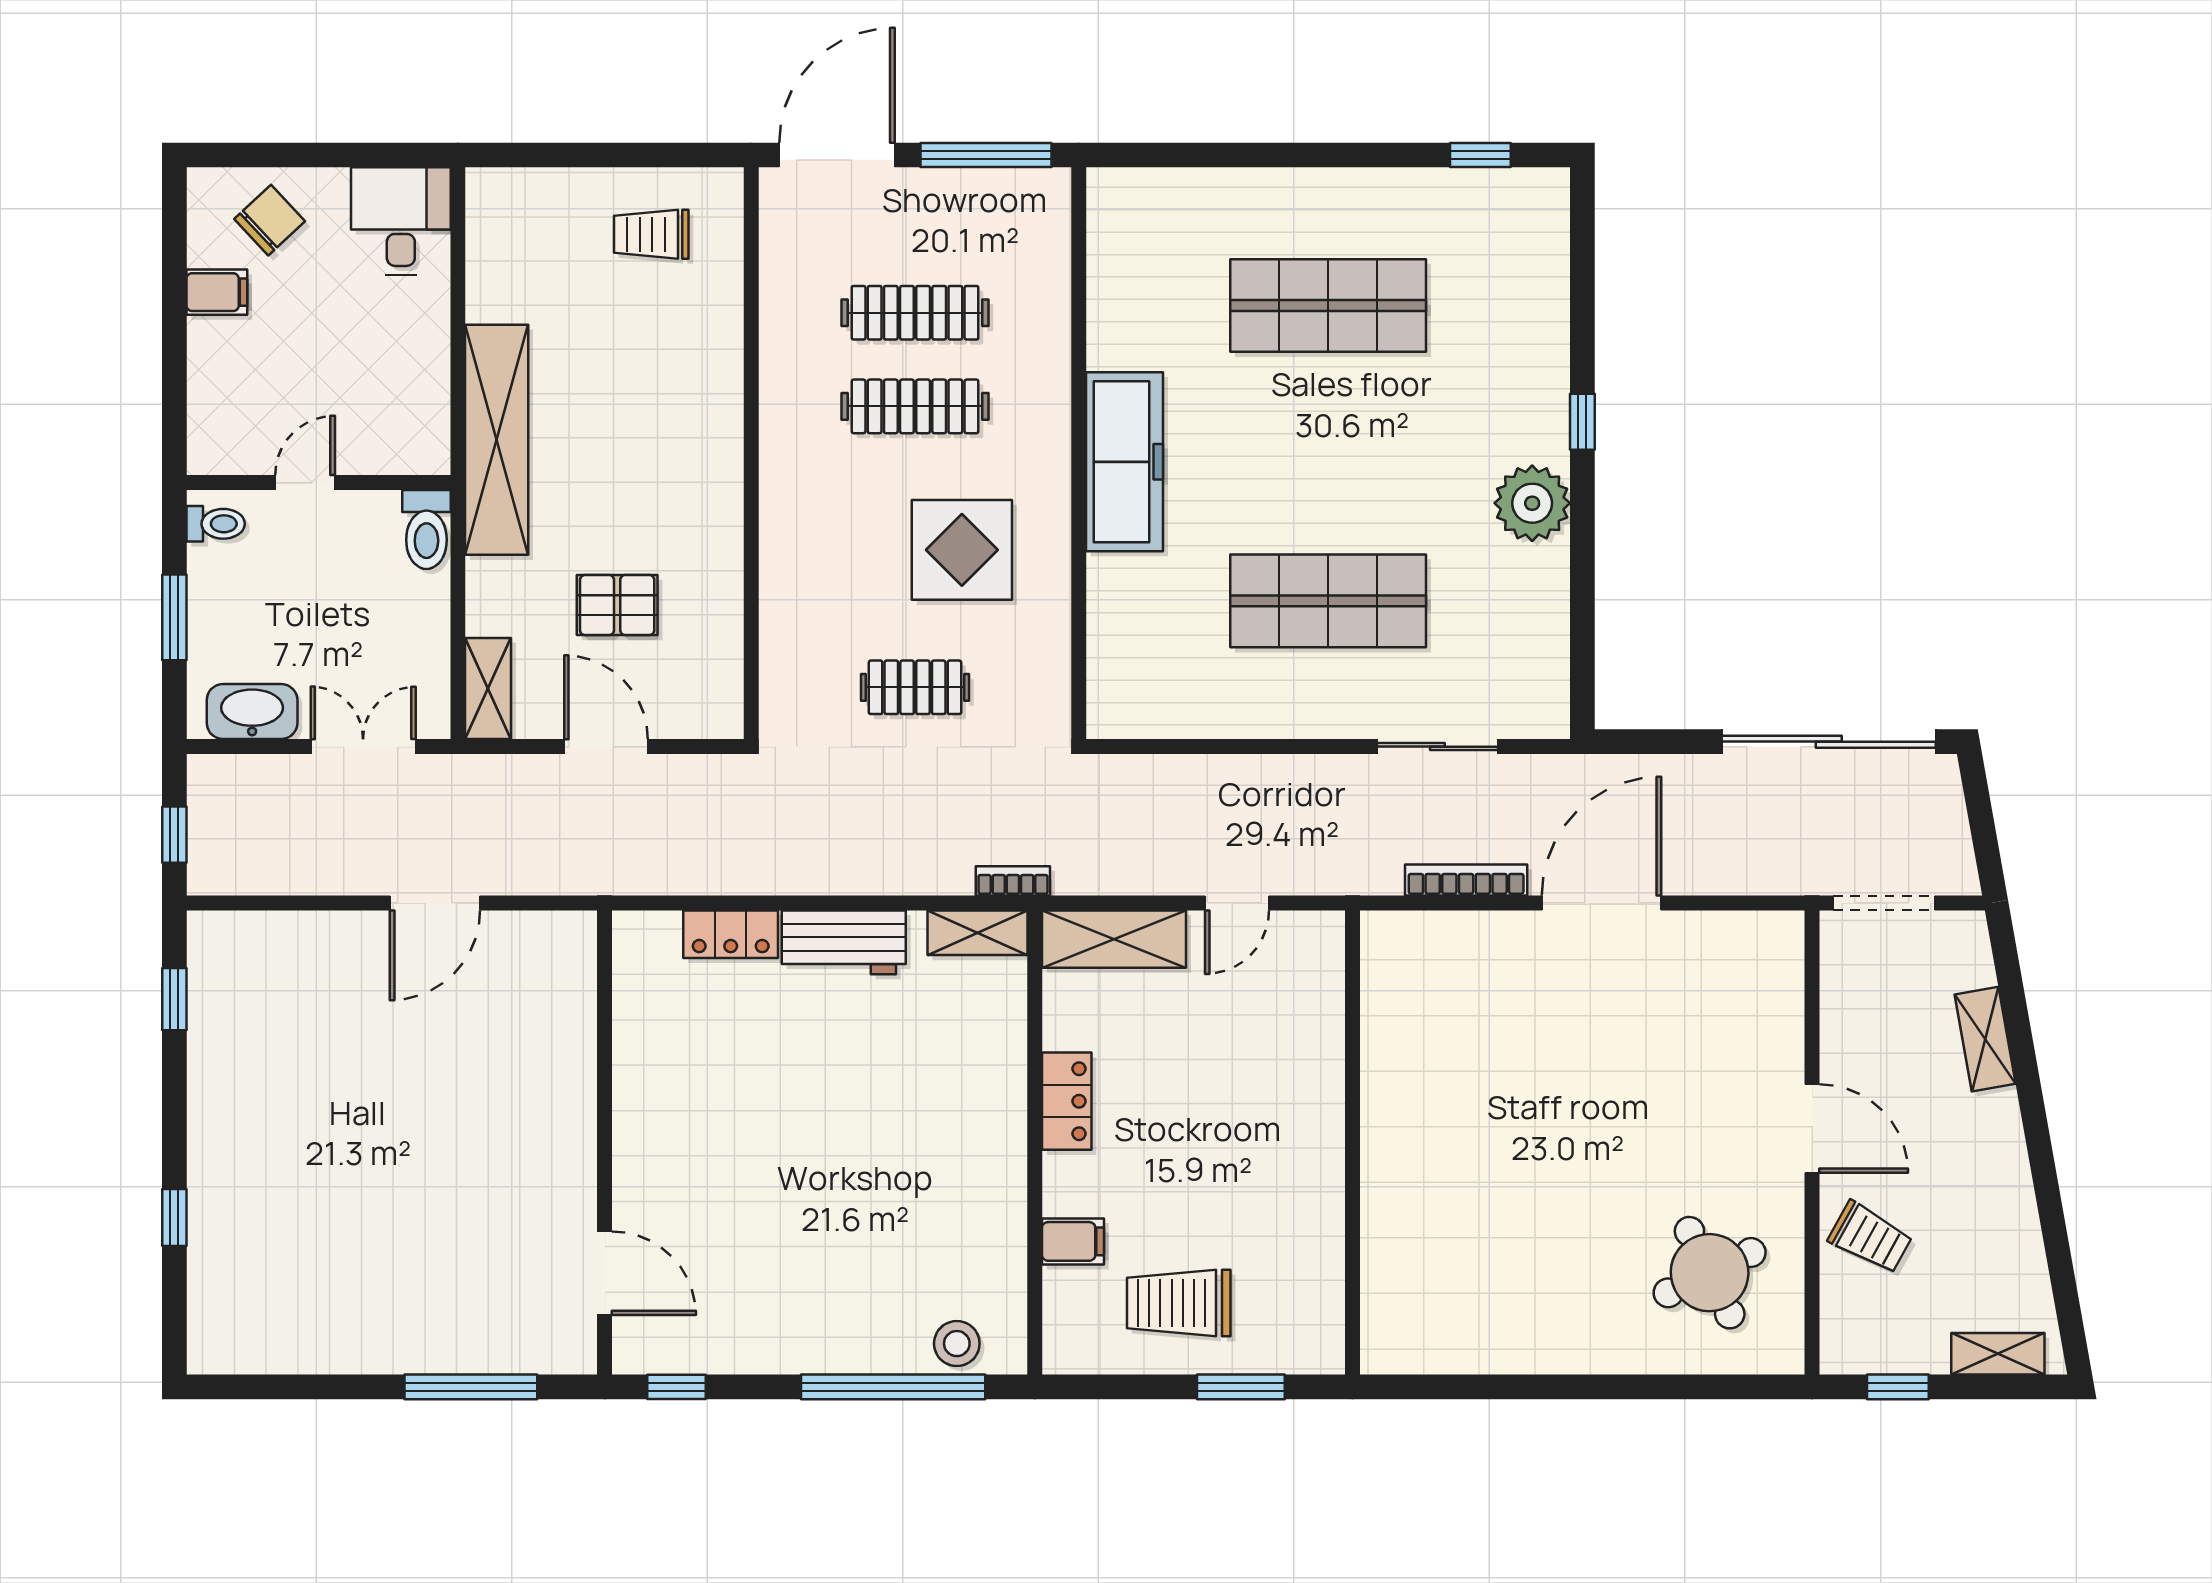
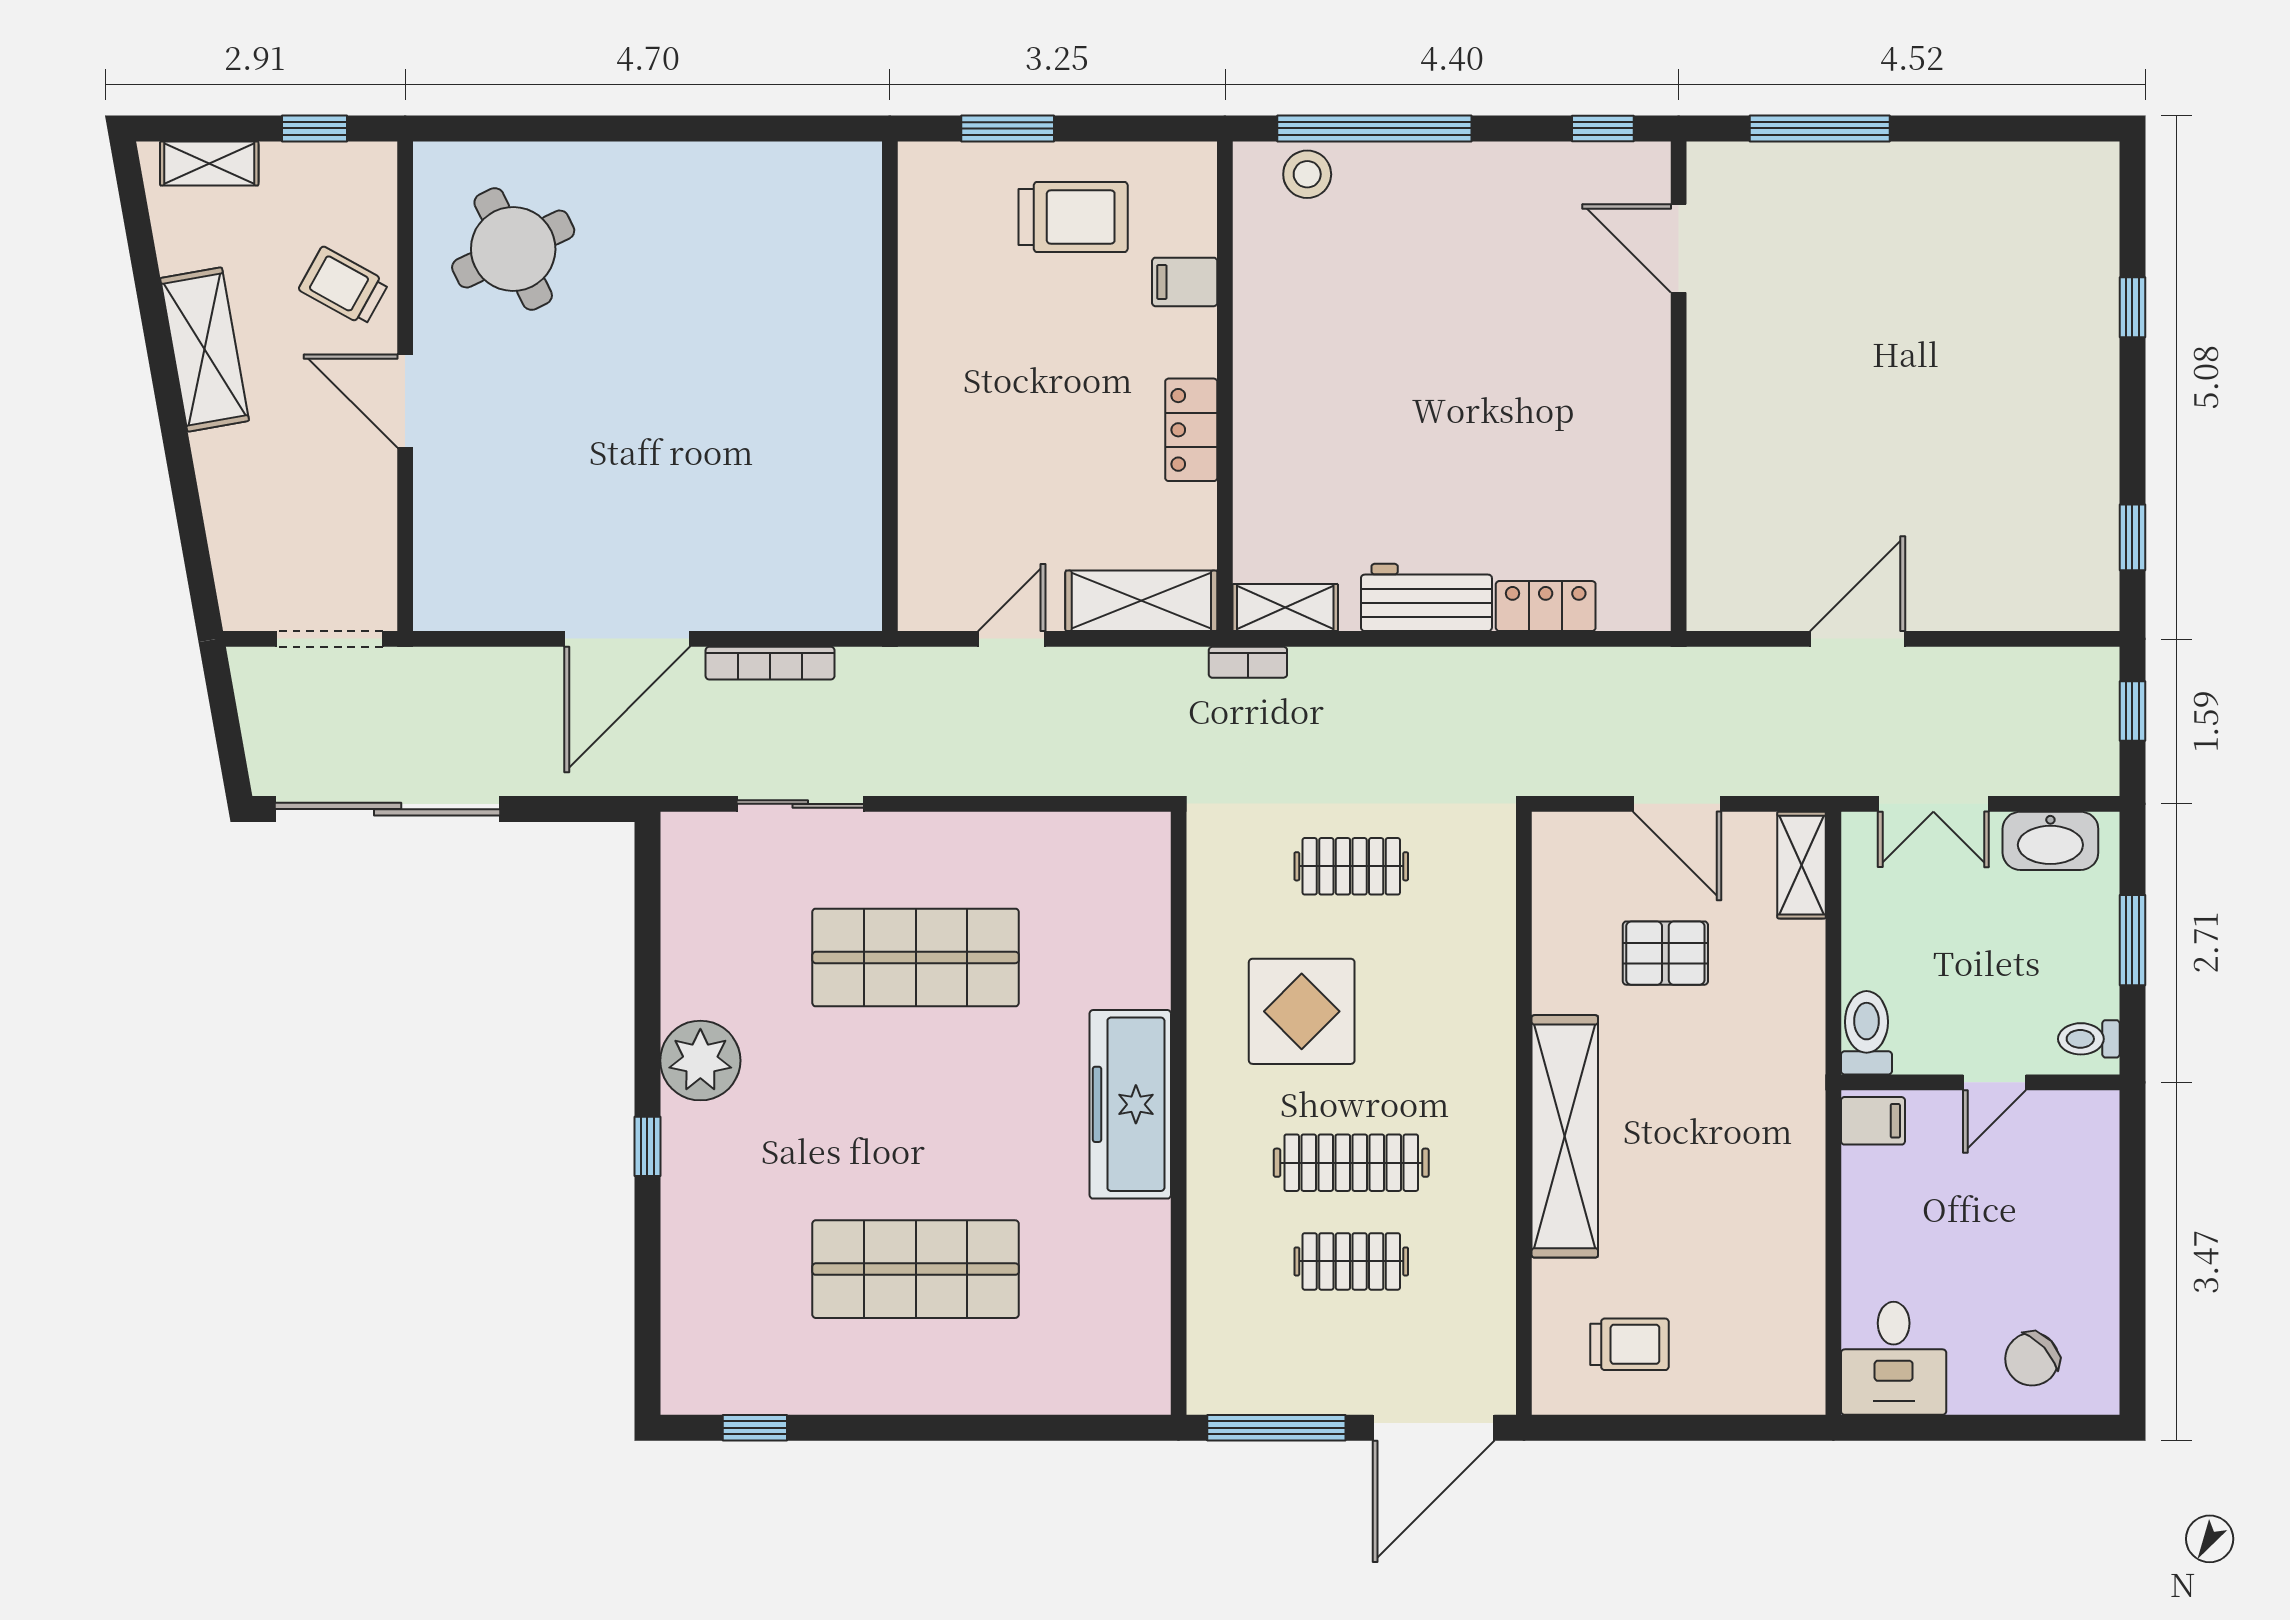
filing cabinet: (217, 292) -> (1873, 1121), moved, turned 180
clothes rail: (915, 313) -> (1351, 1261), width x0.73
shelving: (497, 440) -> (1565, 1136), moved
shelving: (1985, 1039) -> (205, 349), moved, width x1.50, depth x1.33

